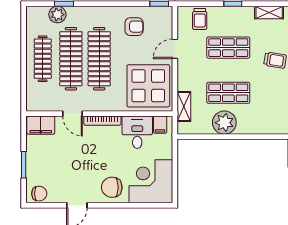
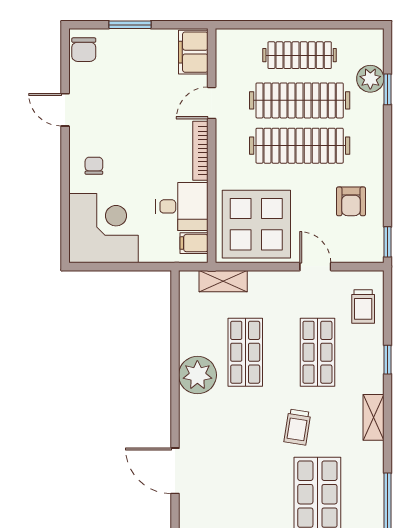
trolley: (200, 19) -> (363, 306), turned -90
plant: (224, 123) -> (197, 375), moved
chair: (112, 187) -> (94, 166), width x0.54, depth x0.54

